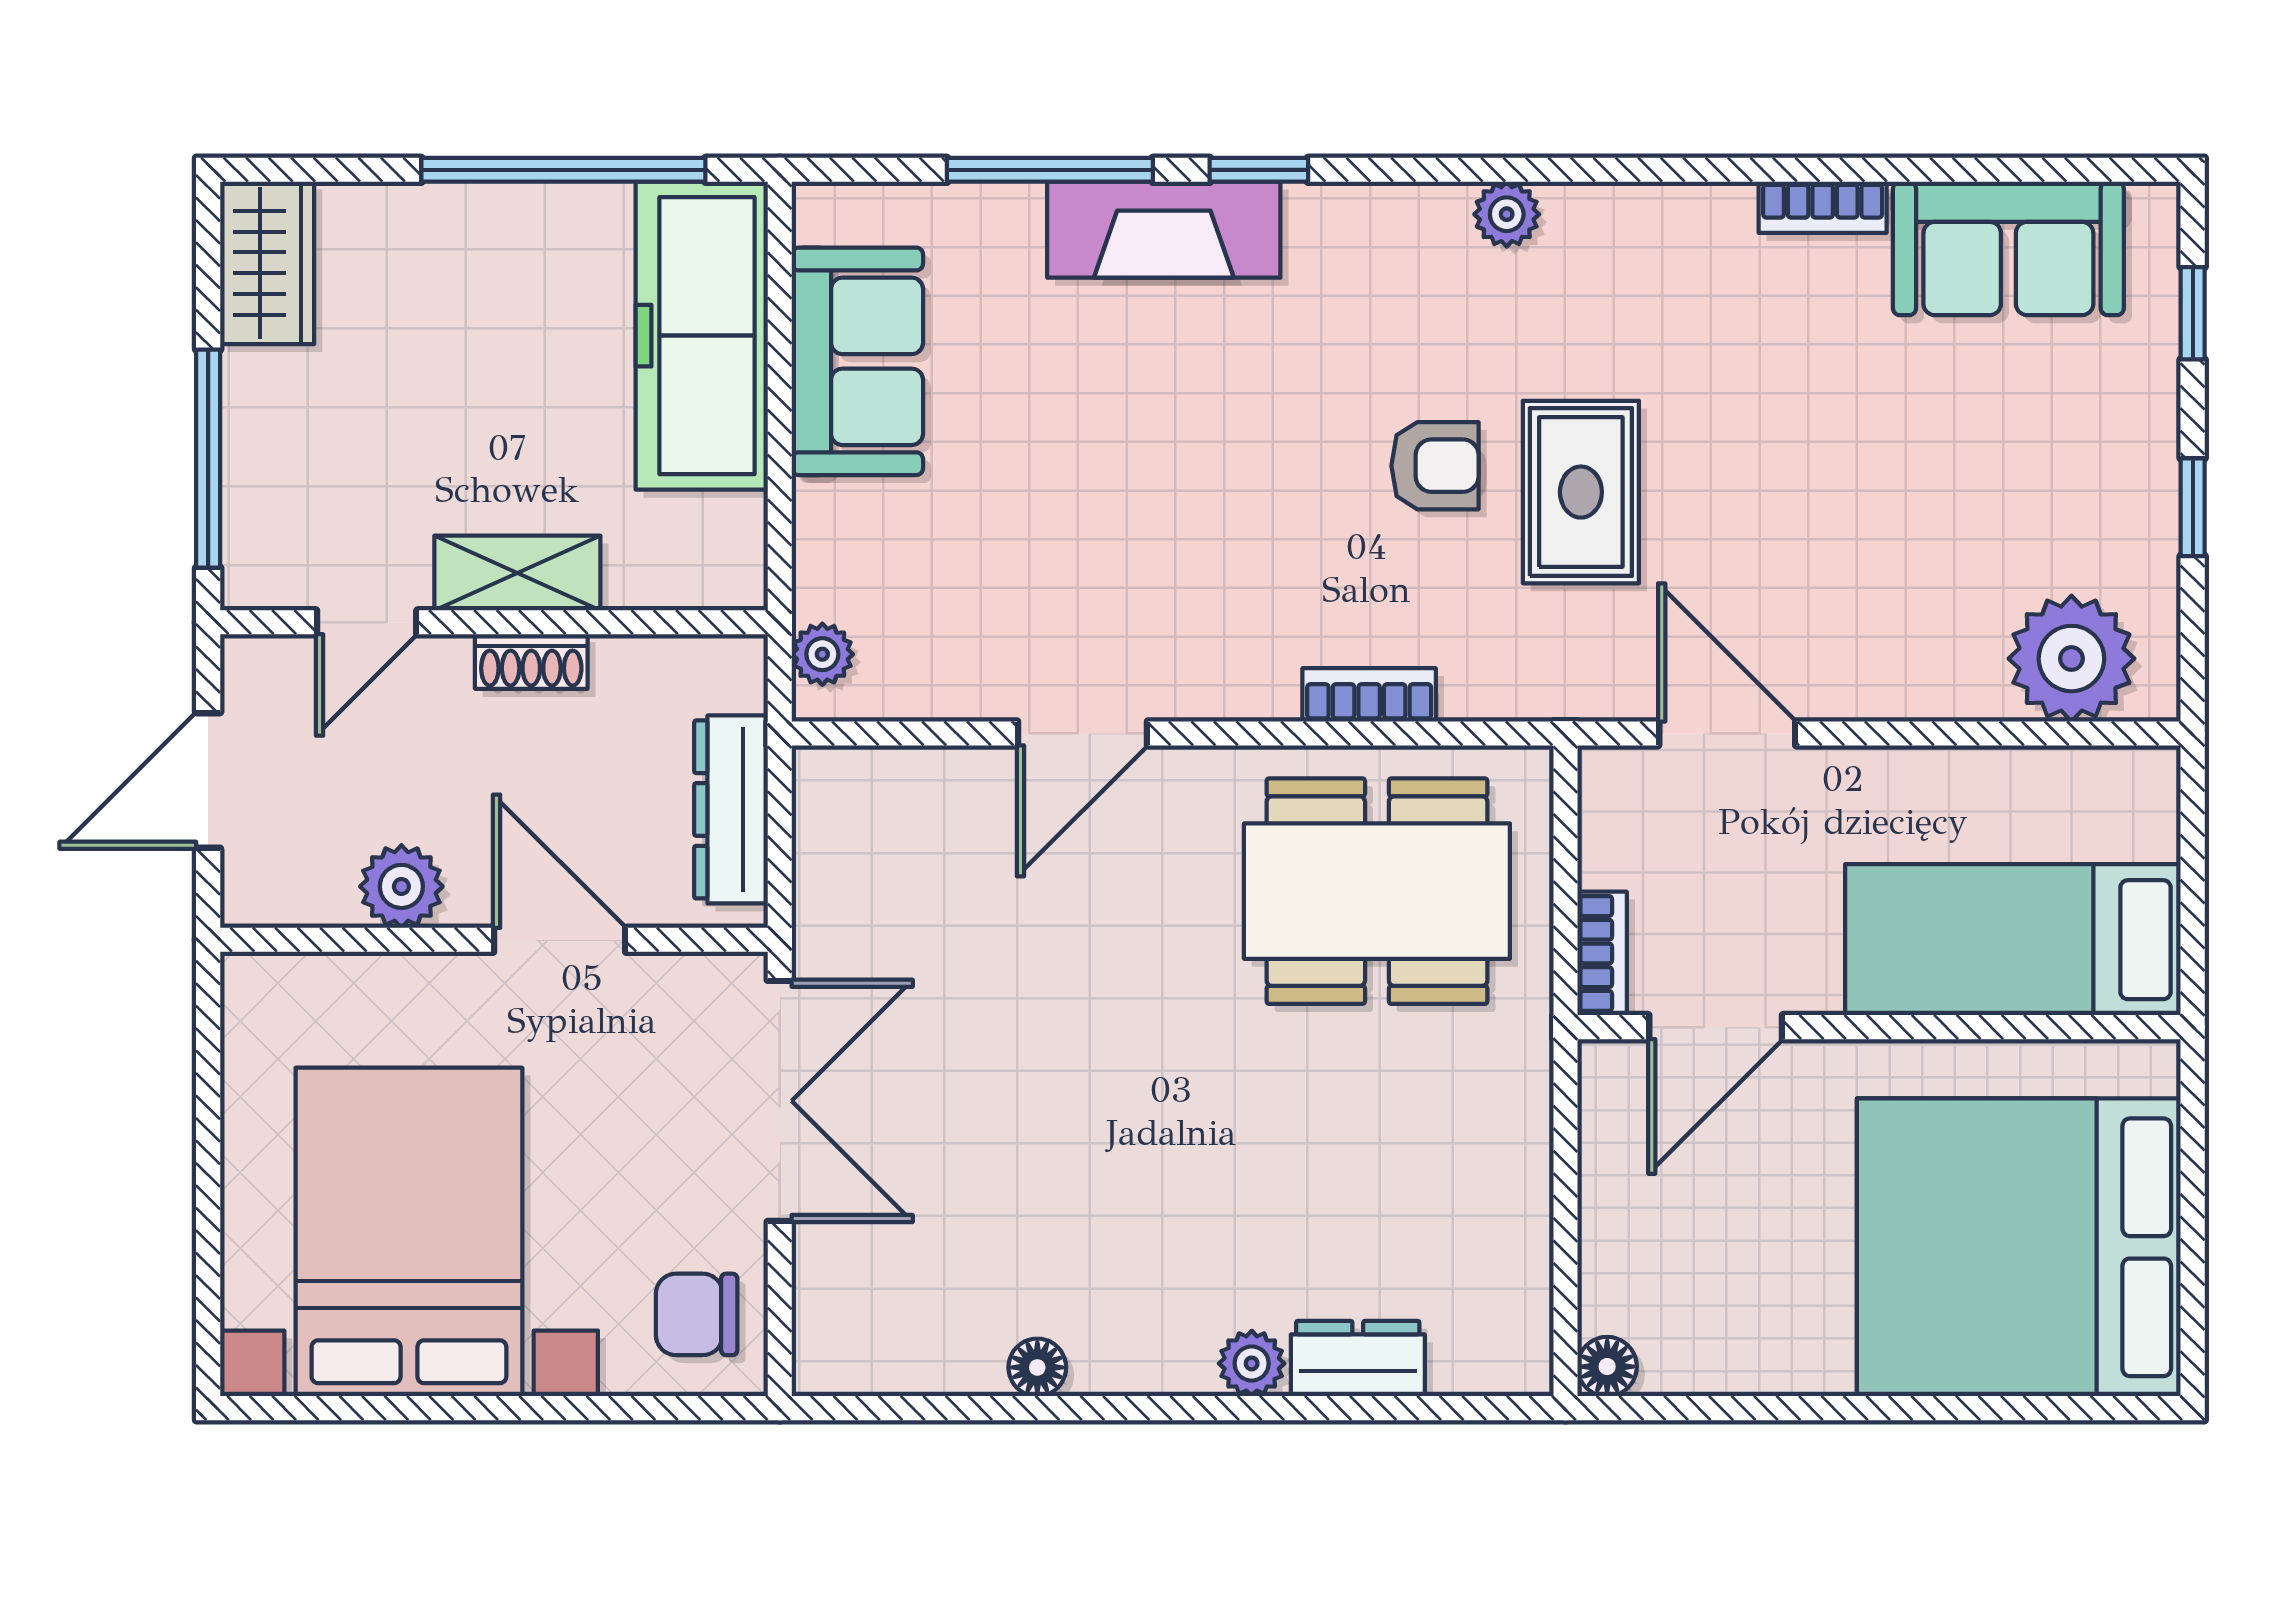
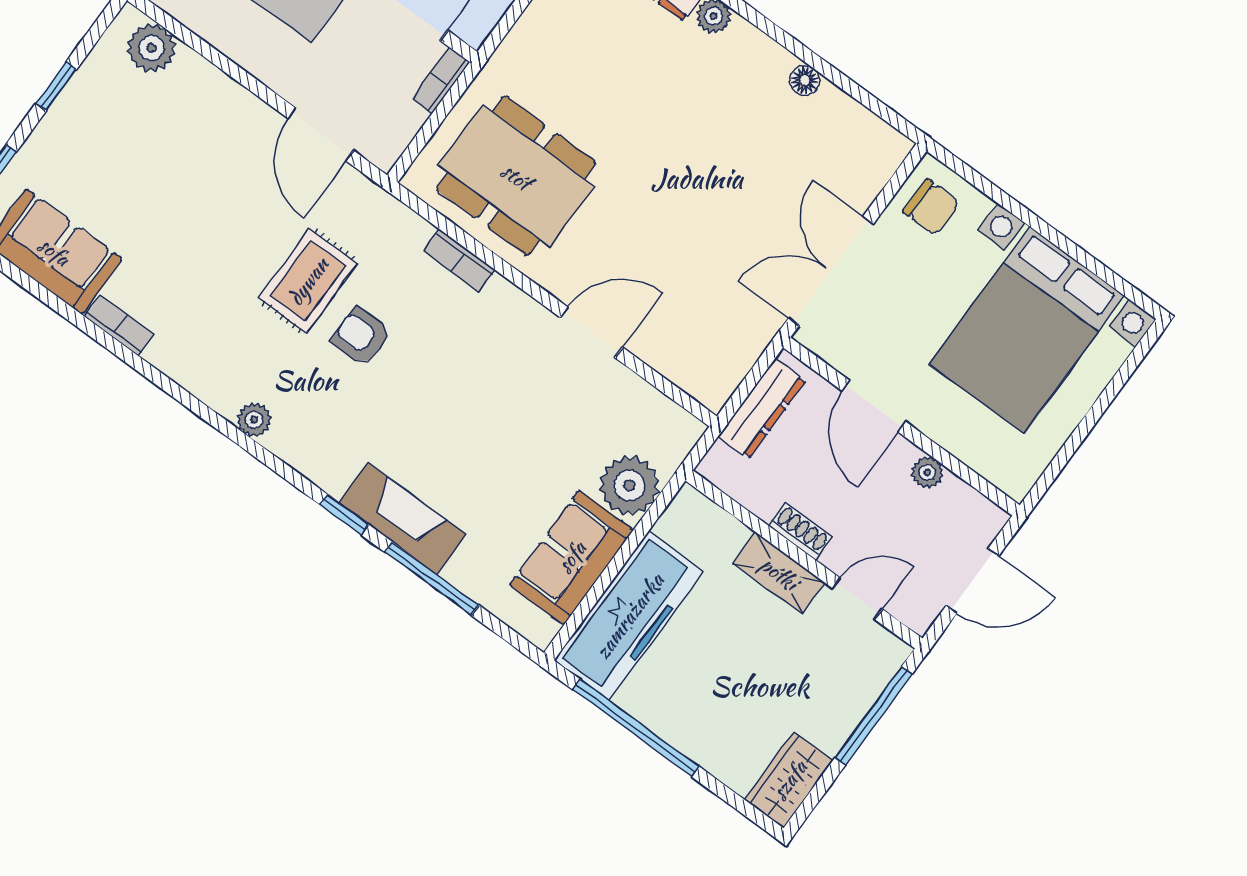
plant: (822, 654) -> (629, 485), moved, width x1.88, depth x1.88
plant: (2071, 659) -> (152, 48), width x0.73, depth x0.73
plant: (401, 886) -> (927, 472), width x0.73, depth x0.73

